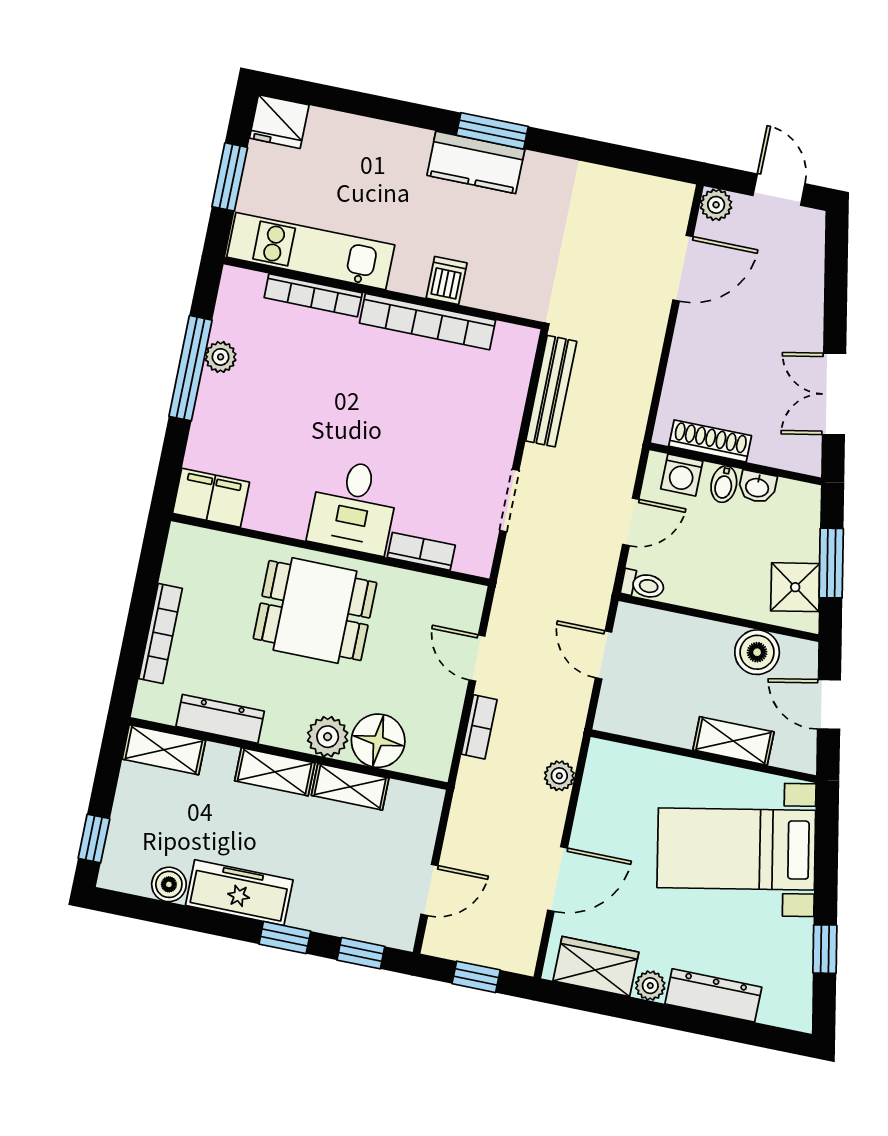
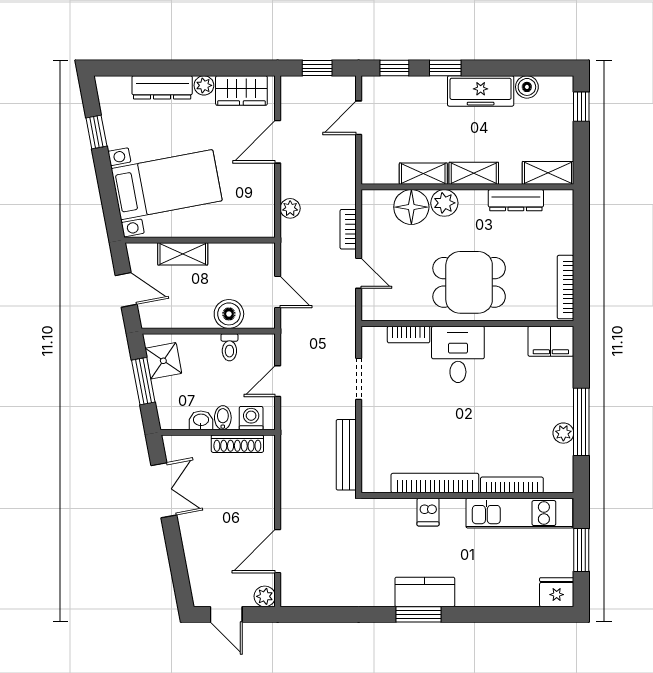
toilet: (643, 585) -> (229, 347), moved, turned -90
bookcase: (160, 634) -> (565, 287), moved
boiler: (757, 652) -> (229, 314), moved

